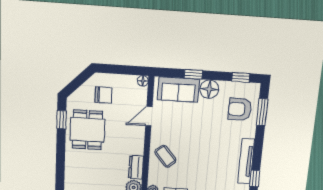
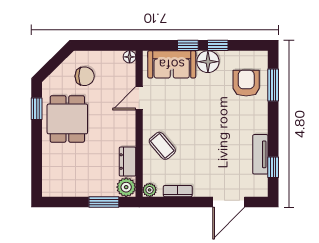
window: (241, 77) -> (218, 45), moved
armchair: (240, 109) -> (246, 83), turned 90
tv unit: (246, 161) -> (260, 154), width x0.71

